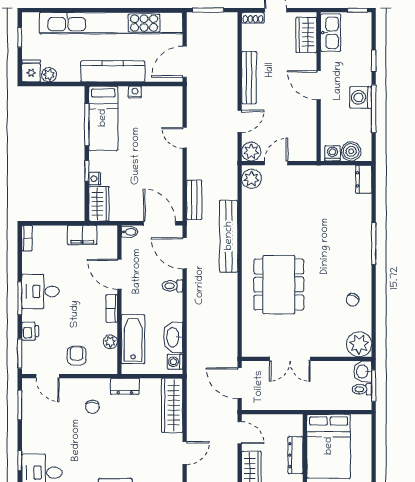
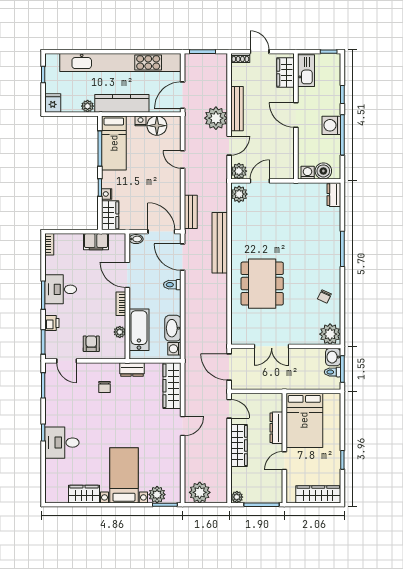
plant: (49, 75) -> (88, 106), moved
plant: (224, 89) -> (216, 118), added
floor lamp: (154, 98) -> (157, 126), added

